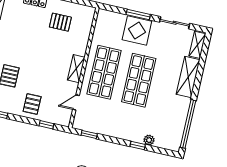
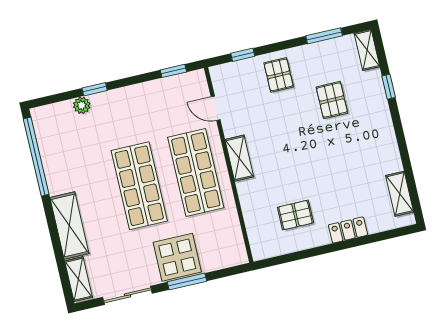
door: (76, 102) -> (216, 108), swing flipped

